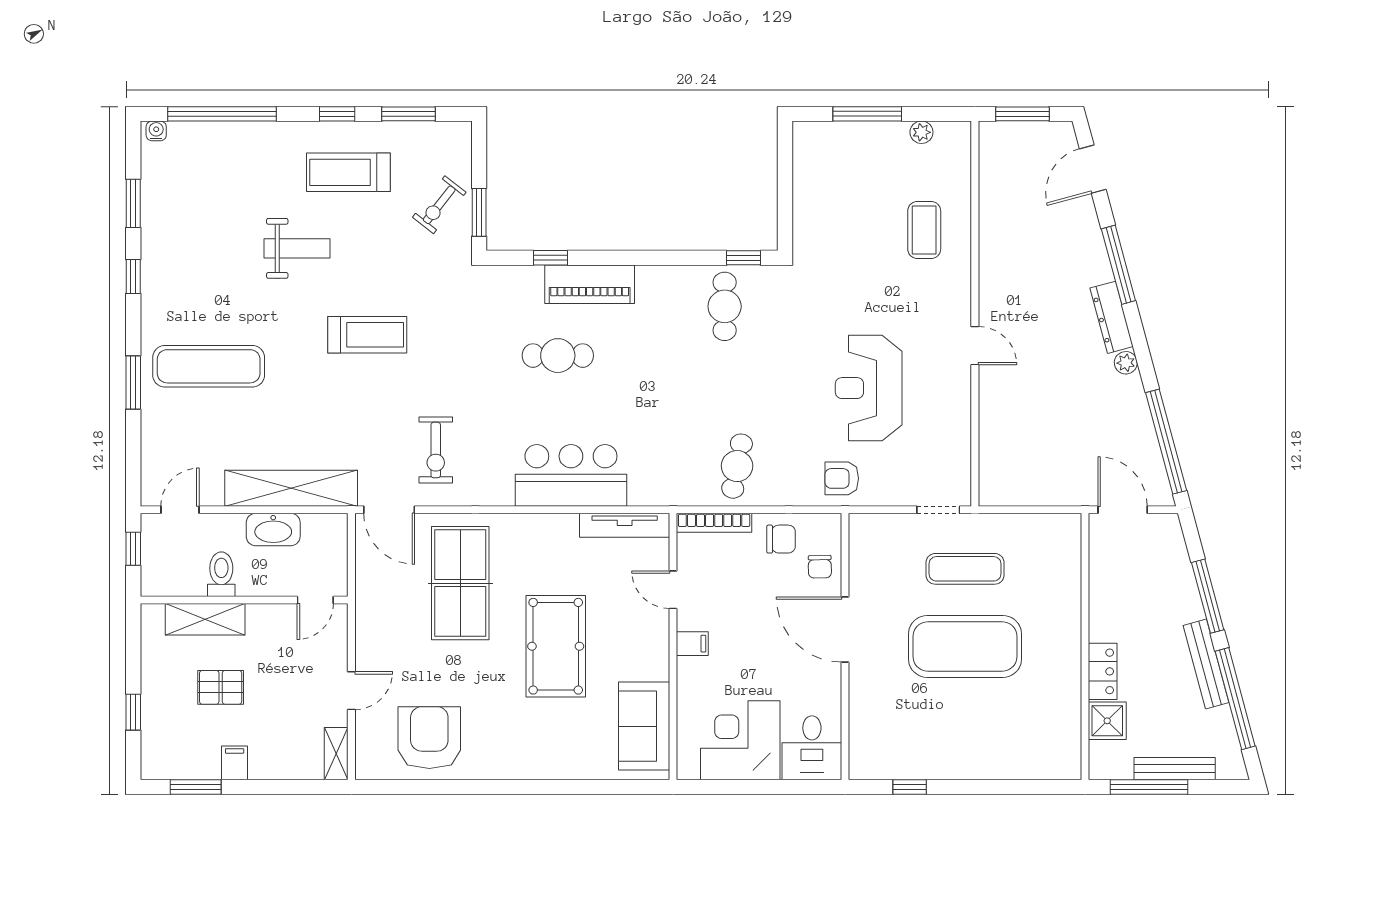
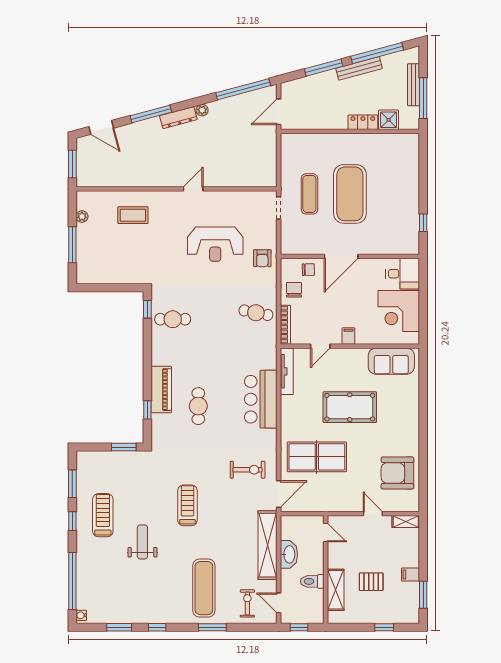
treadmill: (348, 172) -> (103, 515), turned 180
exercise bike: (439, 205) -> (247, 603), moved, turned -128
pallet: (221, 687) -> (371, 582), turned 90

